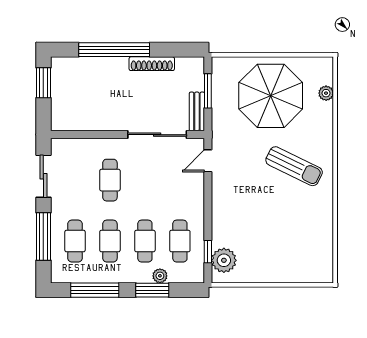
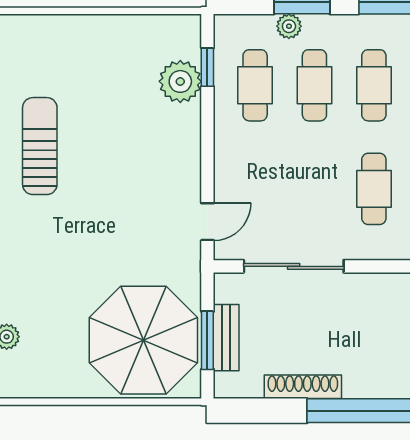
parasol: (271, 96) -> (143, 340), moved
bench: (197, 111) -> (226, 338), moved
sun lounger: (294, 166) -> (40, 146), moved, turned 64
plant: (224, 260) -> (180, 81), moved

